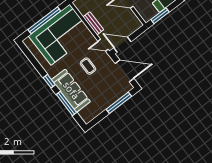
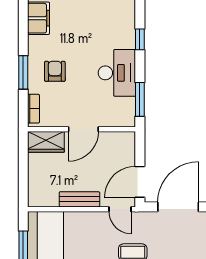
door: (103, 45) -> (120, 209), hinge flipped

